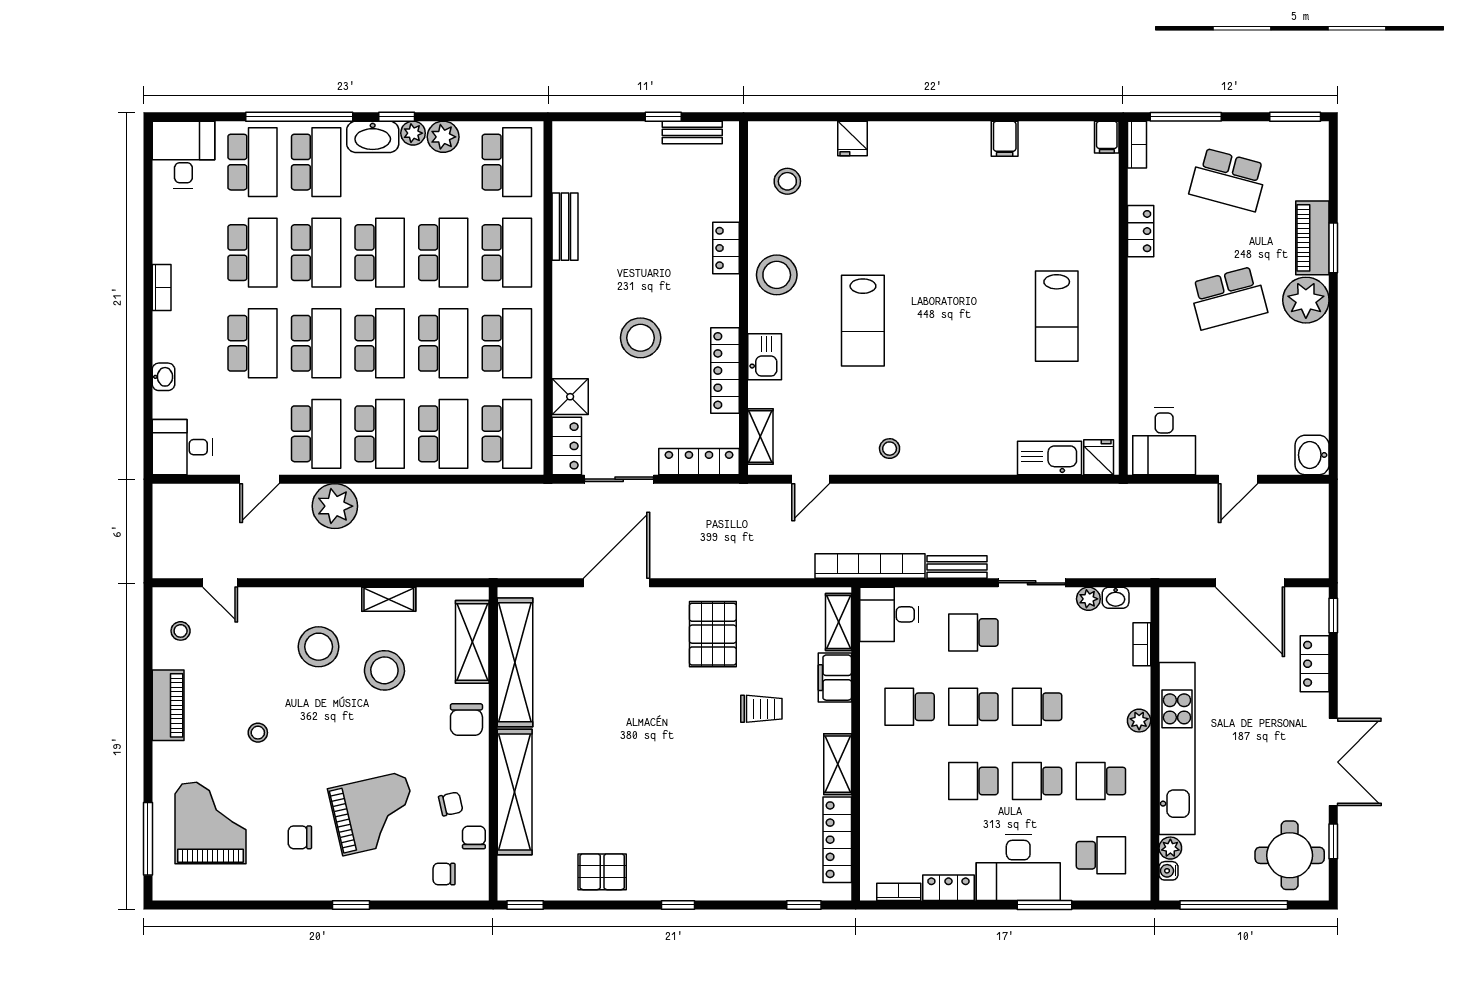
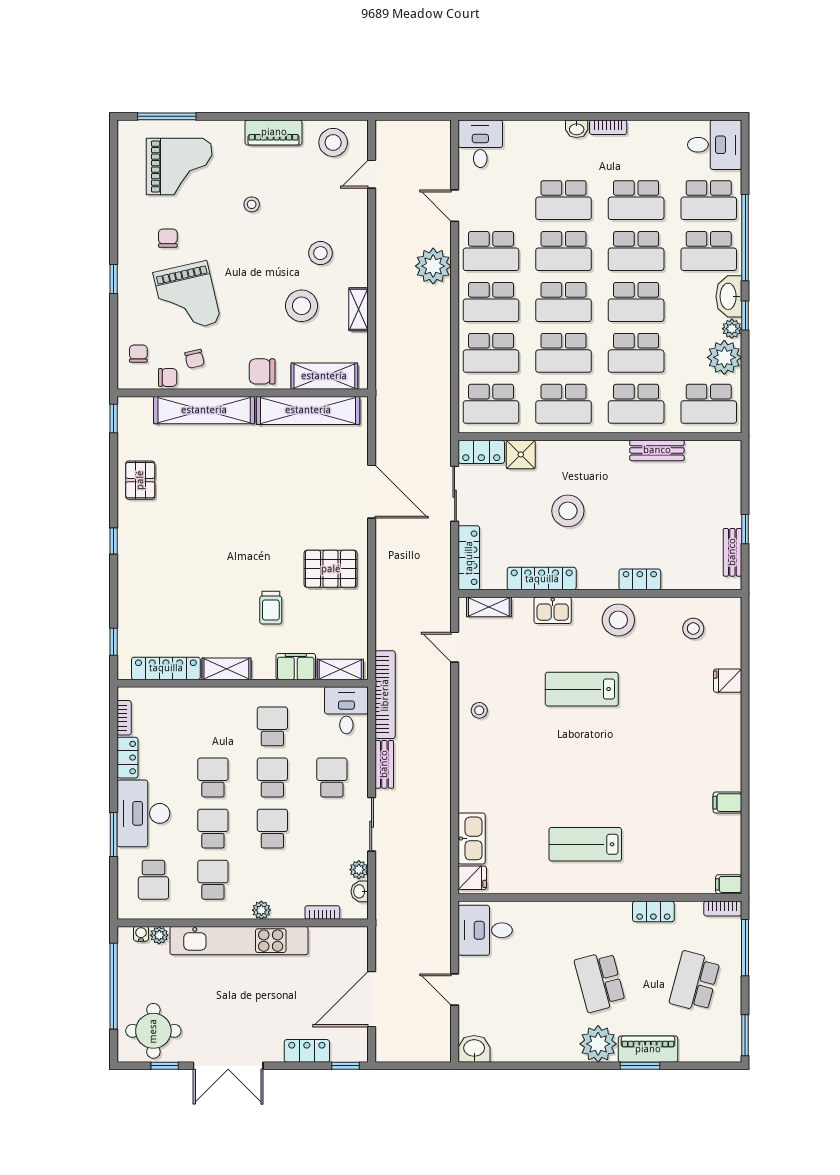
plant: (443, 137) -> (724, 357), width x1.36, depth x1.36
washbasin: (163, 377) -> (577, 129), moved
stool: (181, 631) -> (333, 142), width x1.89, depth x1.89
stool: (319, 647) -> (320, 253), width x0.73, depth x0.73

